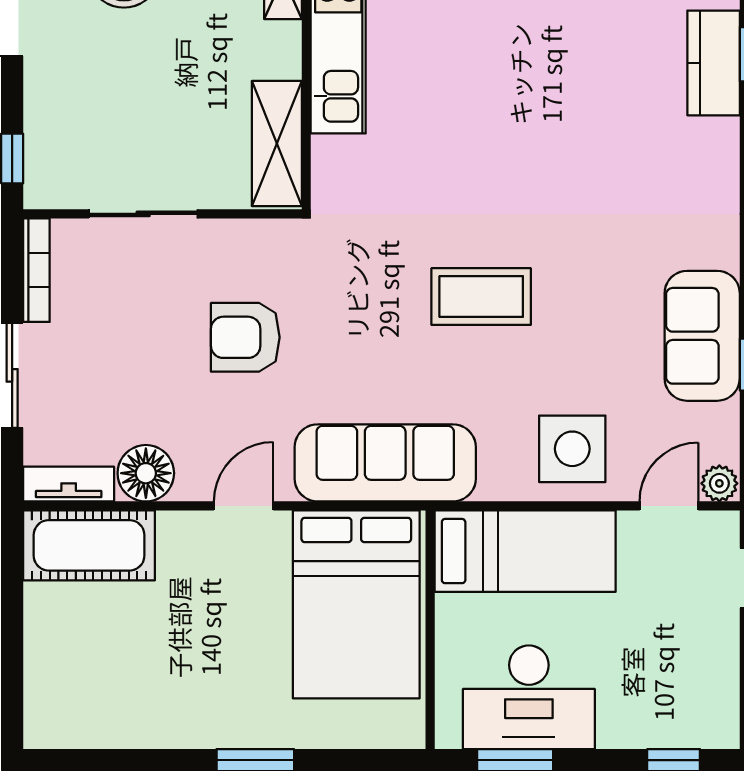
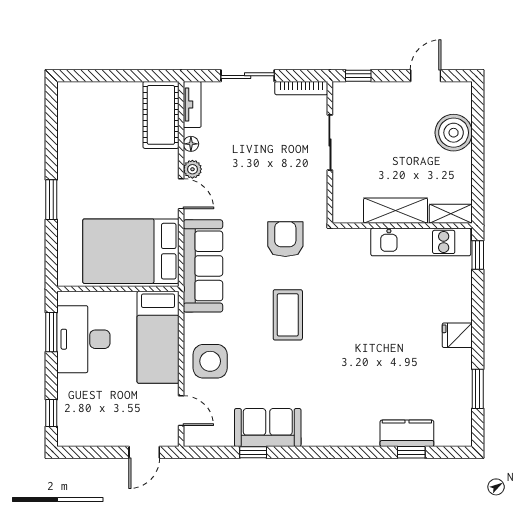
shelving: (277, 144) -> (396, 211), moved
armchair: (245, 337) -> (285, 239), moved
floor lamp: (146, 473) -> (191, 144), width x0.53, depth x0.53
plant: (719, 483) -> (192, 169), moved

